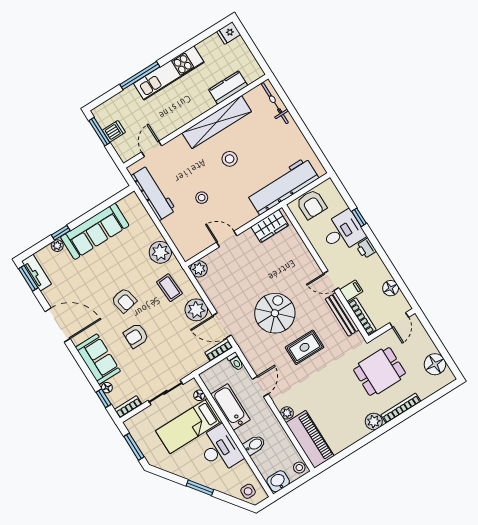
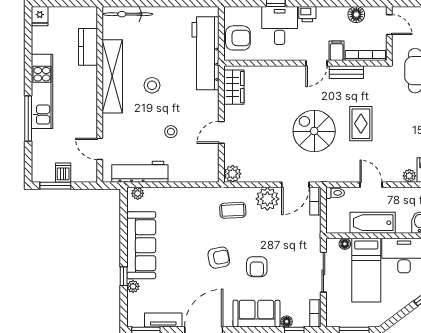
plant: (160, 252) -> (138, 193), moved, width x0.53, depth x0.53
tv unit: (36, 273) -> (163, 320), moved
bench: (342, 314) -> (346, 72), width x0.73

